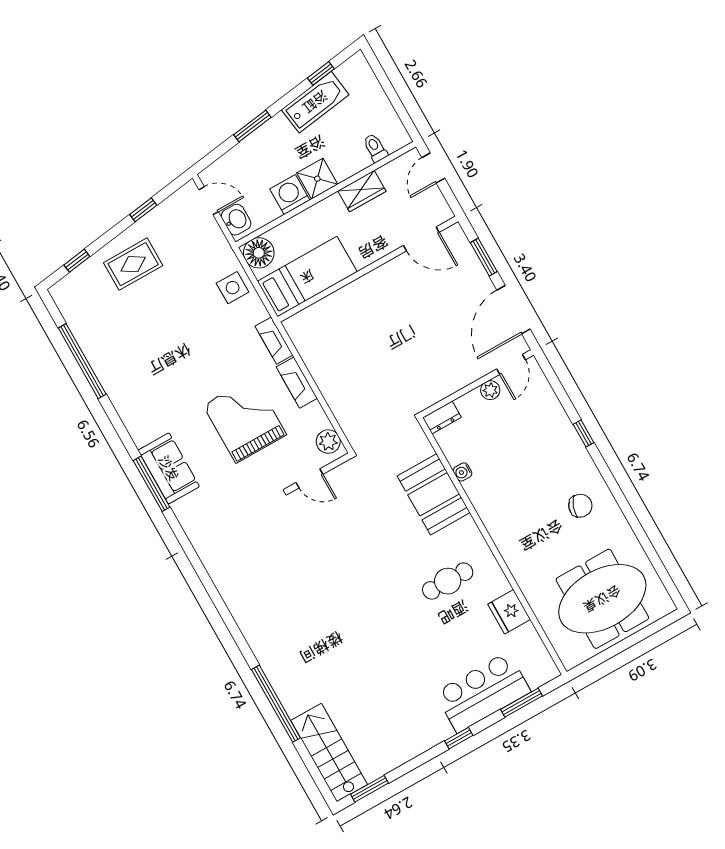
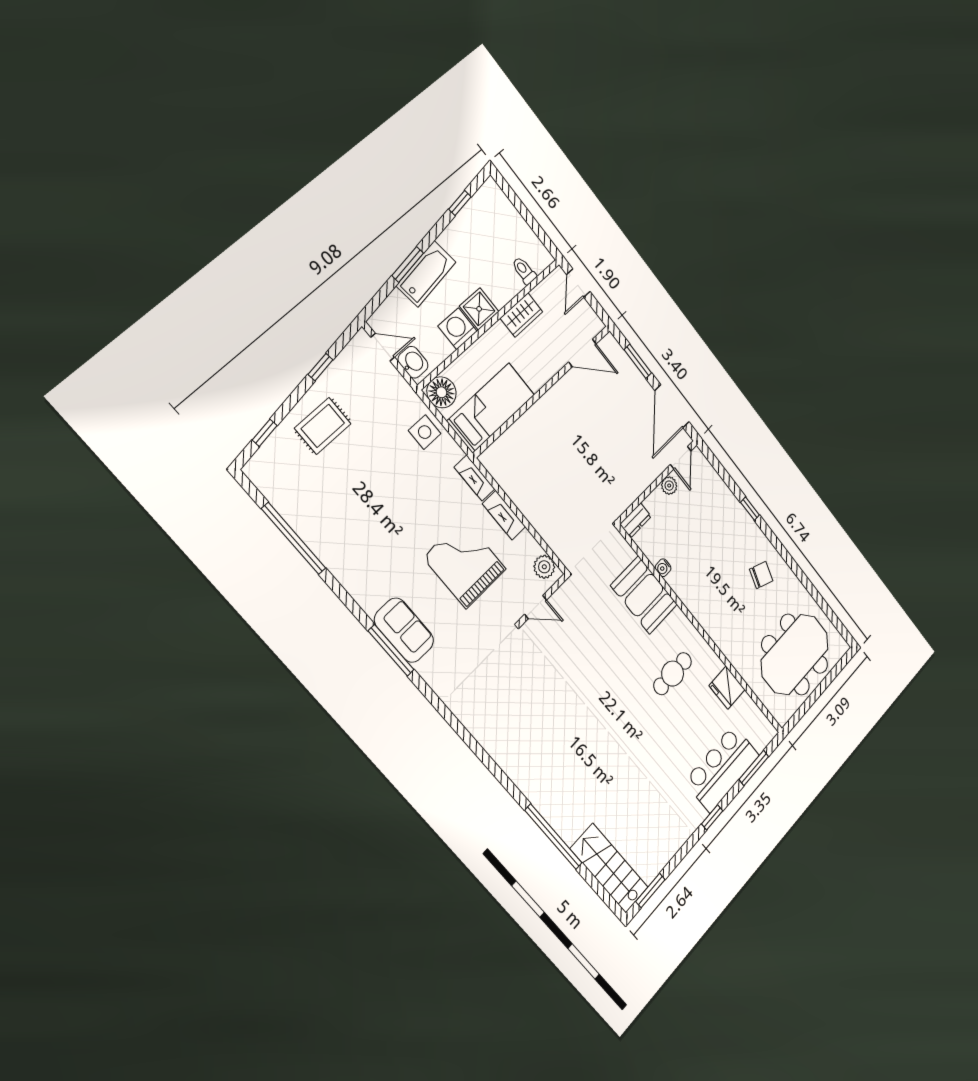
bathtub: (315, 102) -> (426, 274), moved

